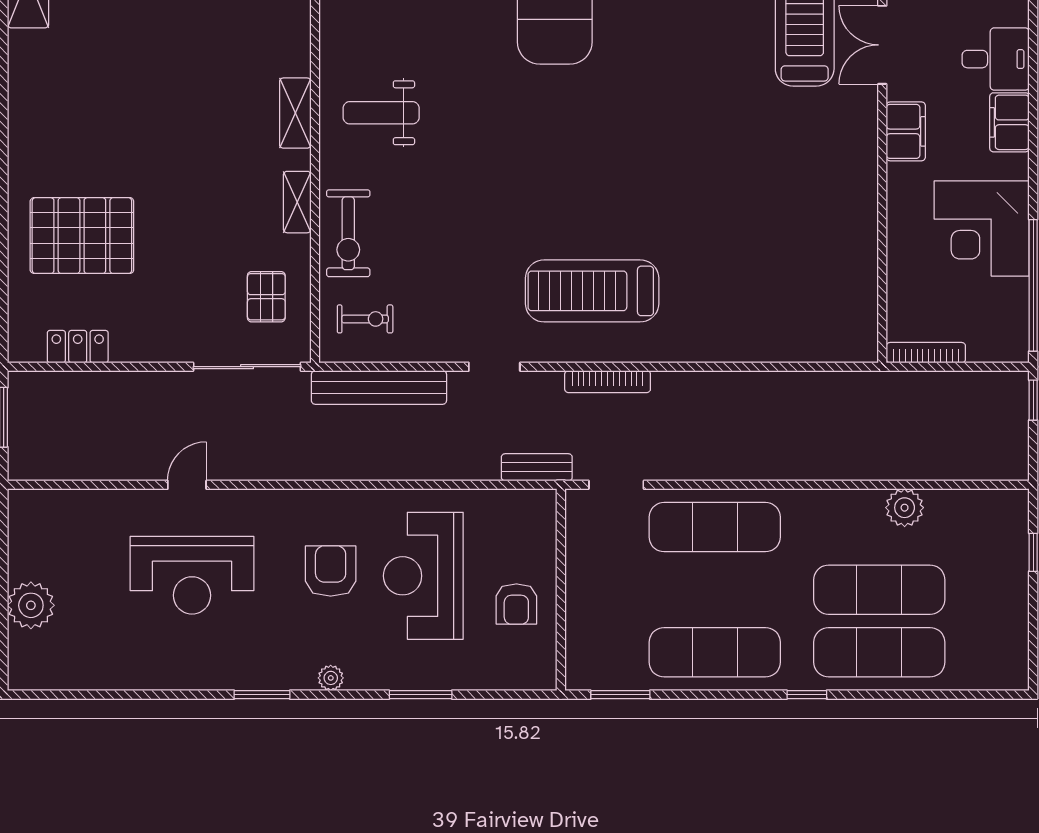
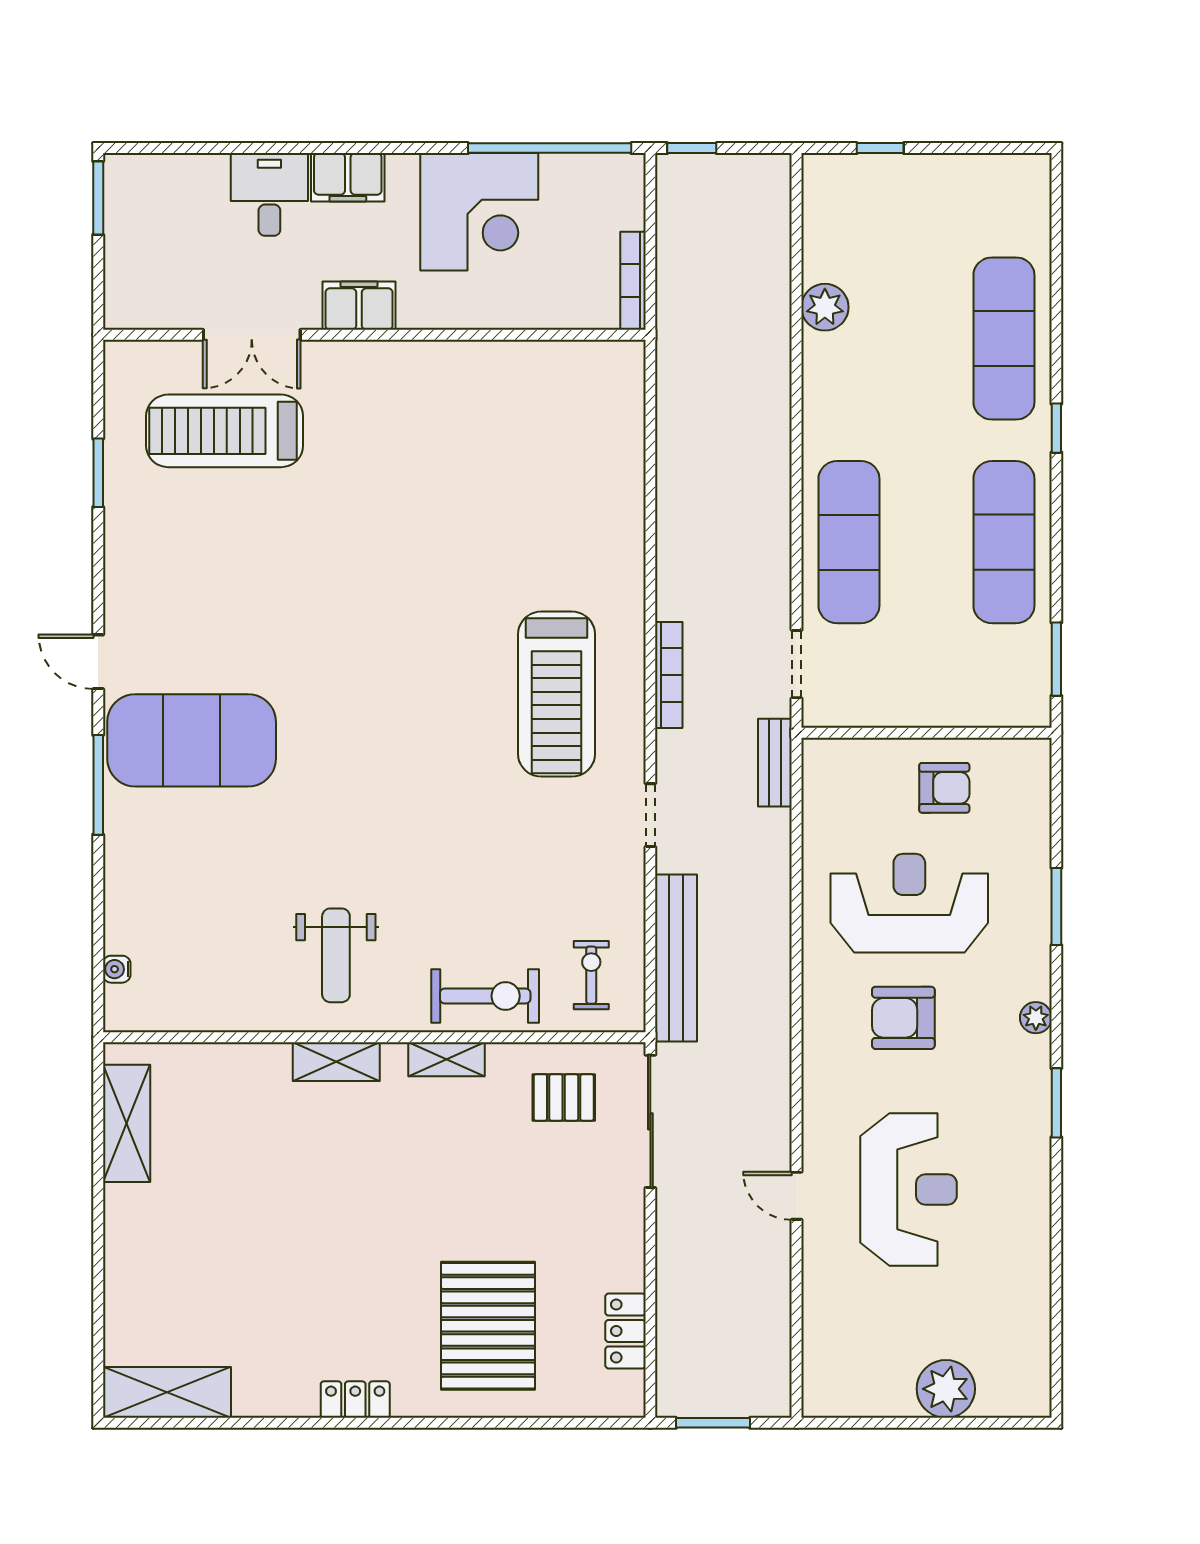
locker: (22, 128) -> (355, 1400), added
reception desk: (423, 576) -> (909, 903), turned 180
exercise mat: (879, 590) -> (926, 338), removed

